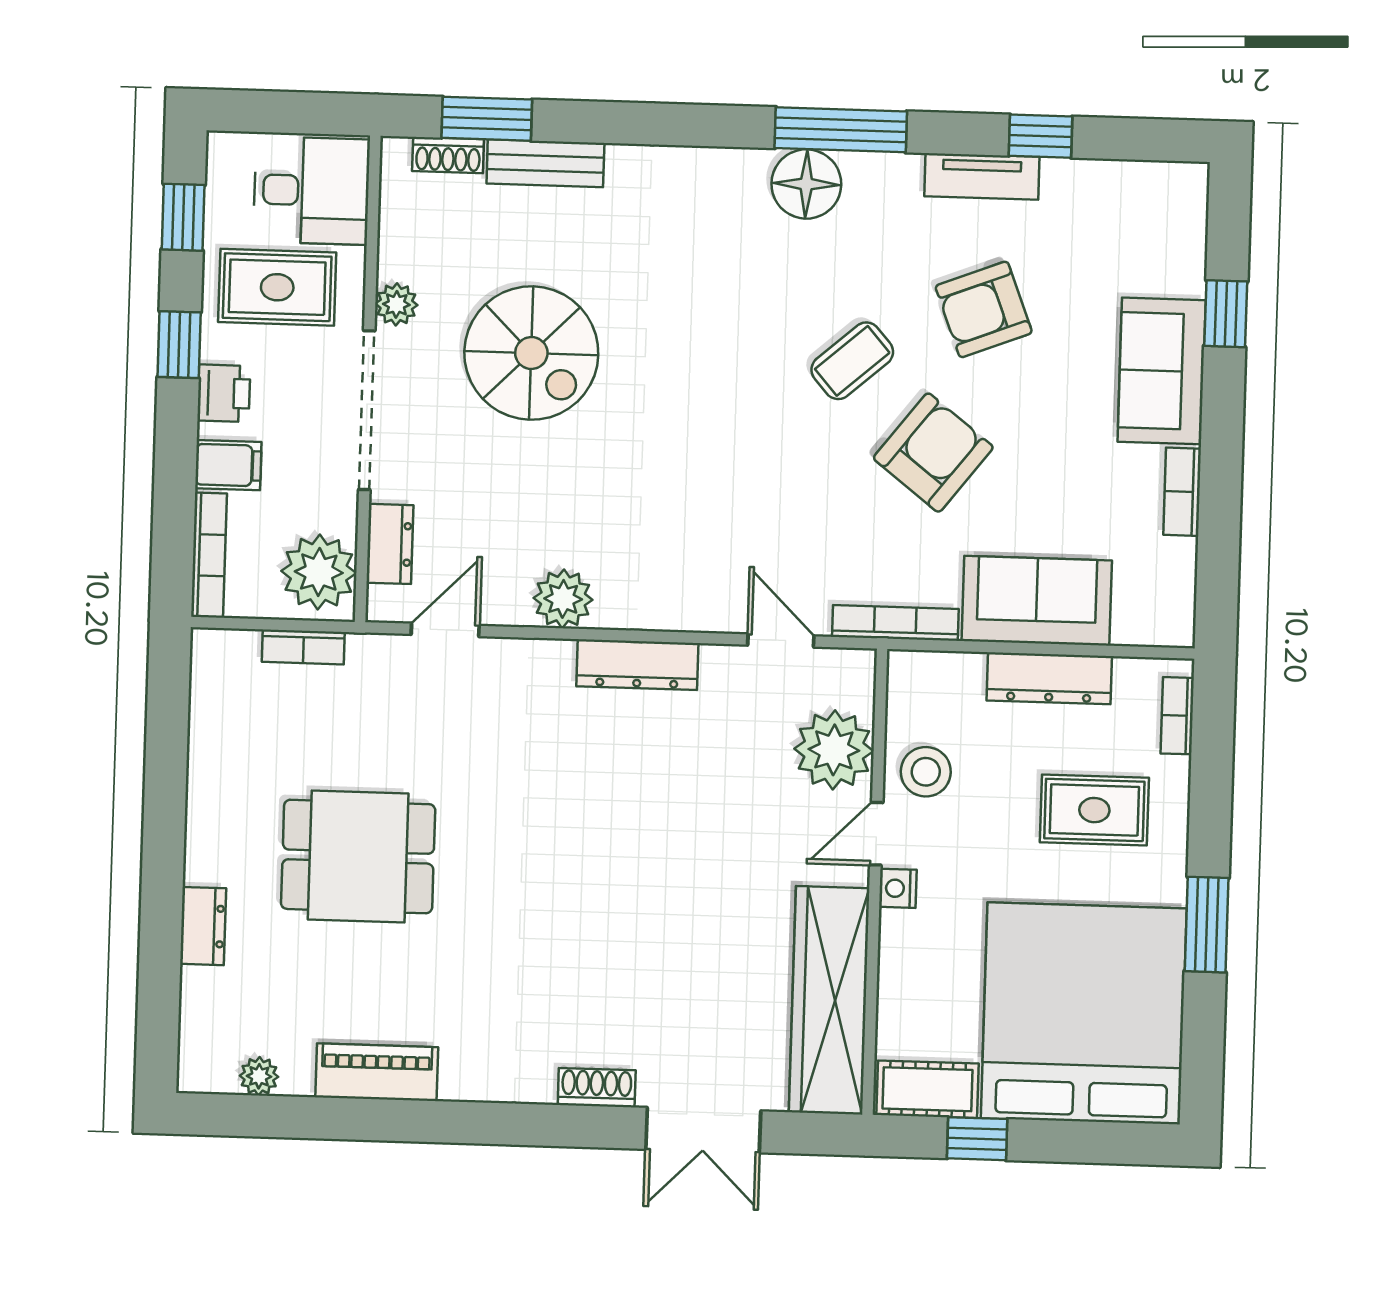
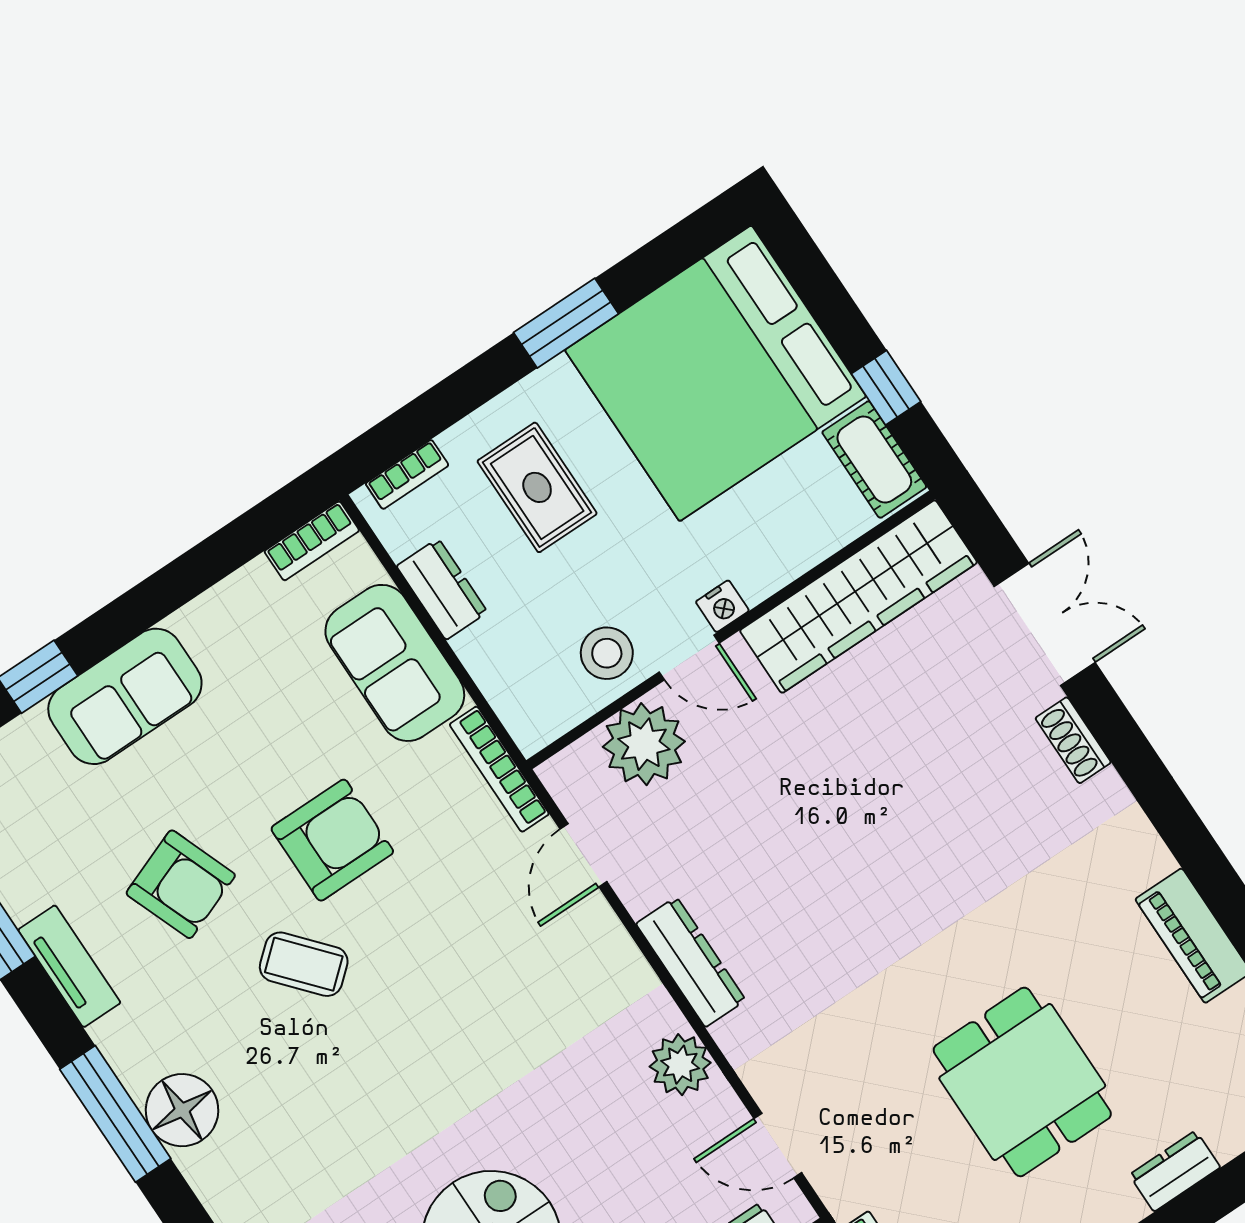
armchair: (933, 453) -> (332, 840), turned 142
bookcase: (1182, 492) -> (312, 541), moved
dresser: (1049, 678) -> (442, 589), width x0.70

